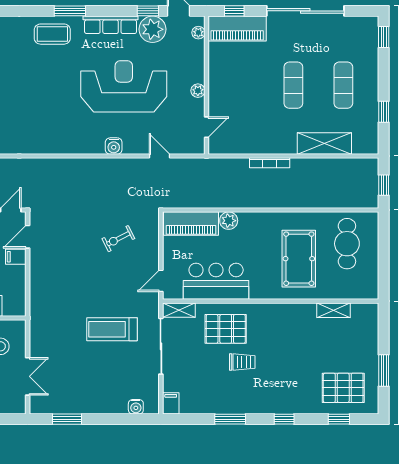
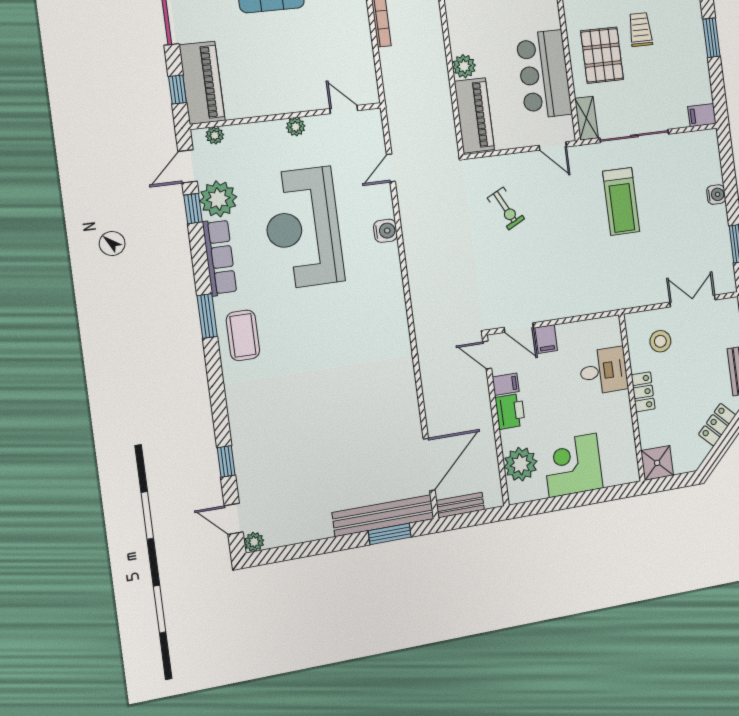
water cooler: (136, 407) -> (716, 195), moved

